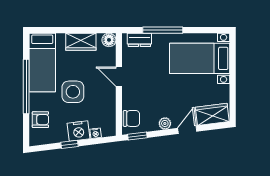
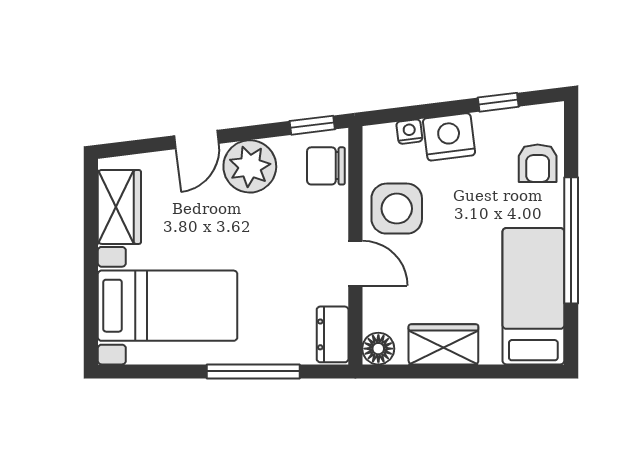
dresser: (139, 40) -> (333, 334), moved, turned -90
side table: (73, 92) -> (397, 209), moved
wardrobe: (212, 114) -> (119, 207), moved, turned -83
armchair: (40, 120) -> (538, 163), turned -90
plant: (165, 123) -> (250, 166), width x1.88, depth x1.88
window: (70, 144) -> (498, 102), moved

